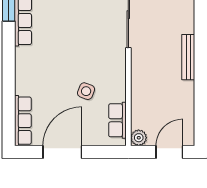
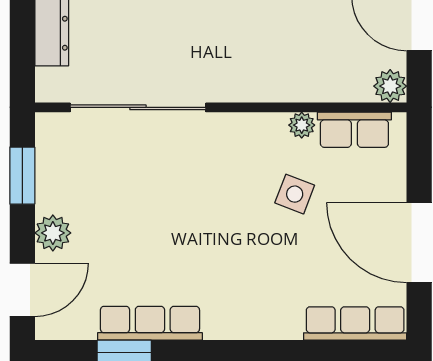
plant: (120, 95) -> (302, 125), added

